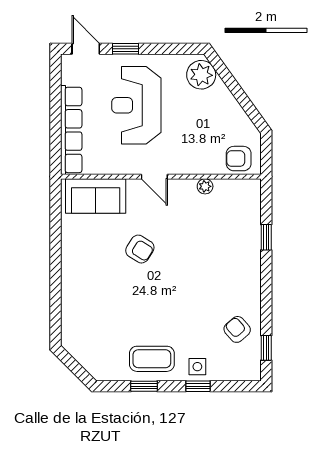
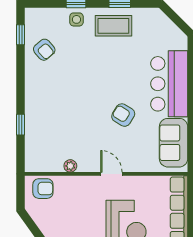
sofa: (96, 196) -> (174, 143), moved, turned -90
bar counter: (83, 287) -> (169, 84), added

